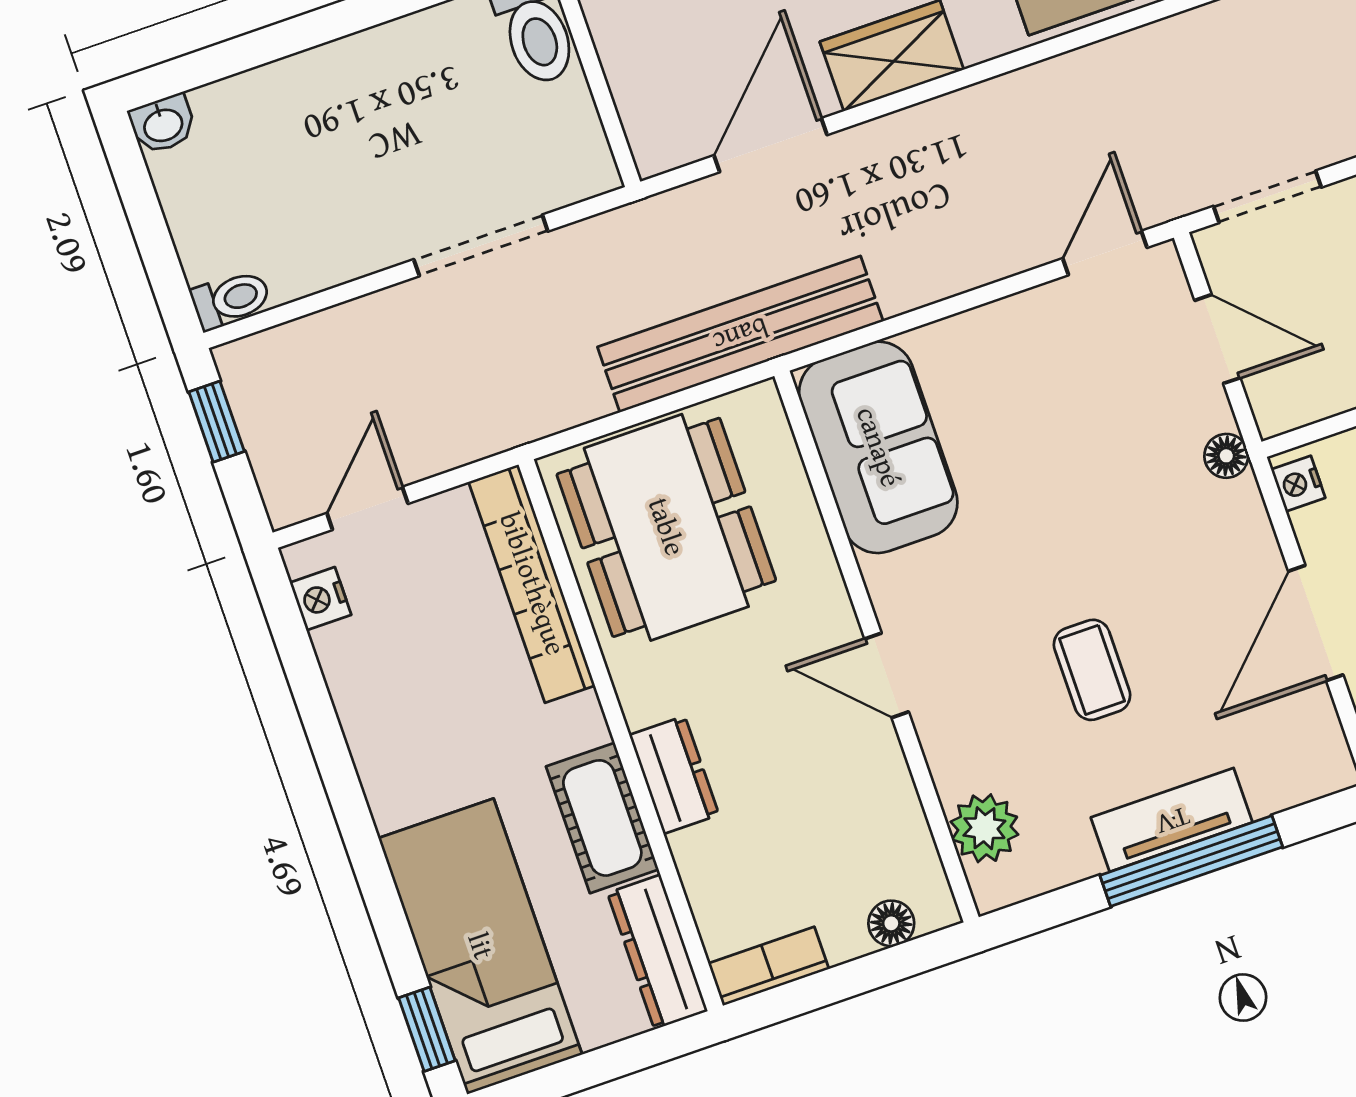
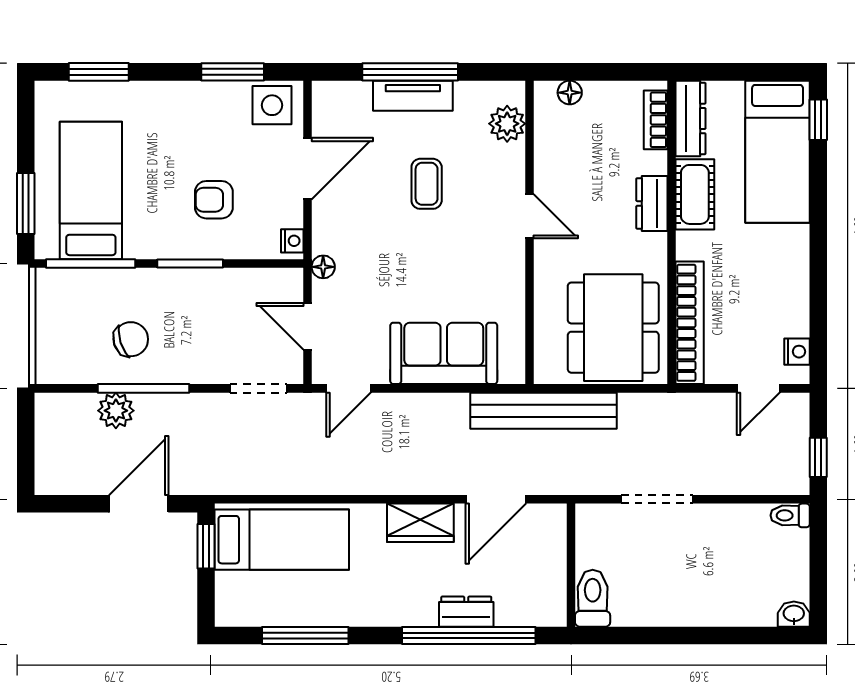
sofa: (878, 447) -> (444, 353), moved, turned 90
bookcase: (769, 966) -> (656, 120), moved, turned 90

